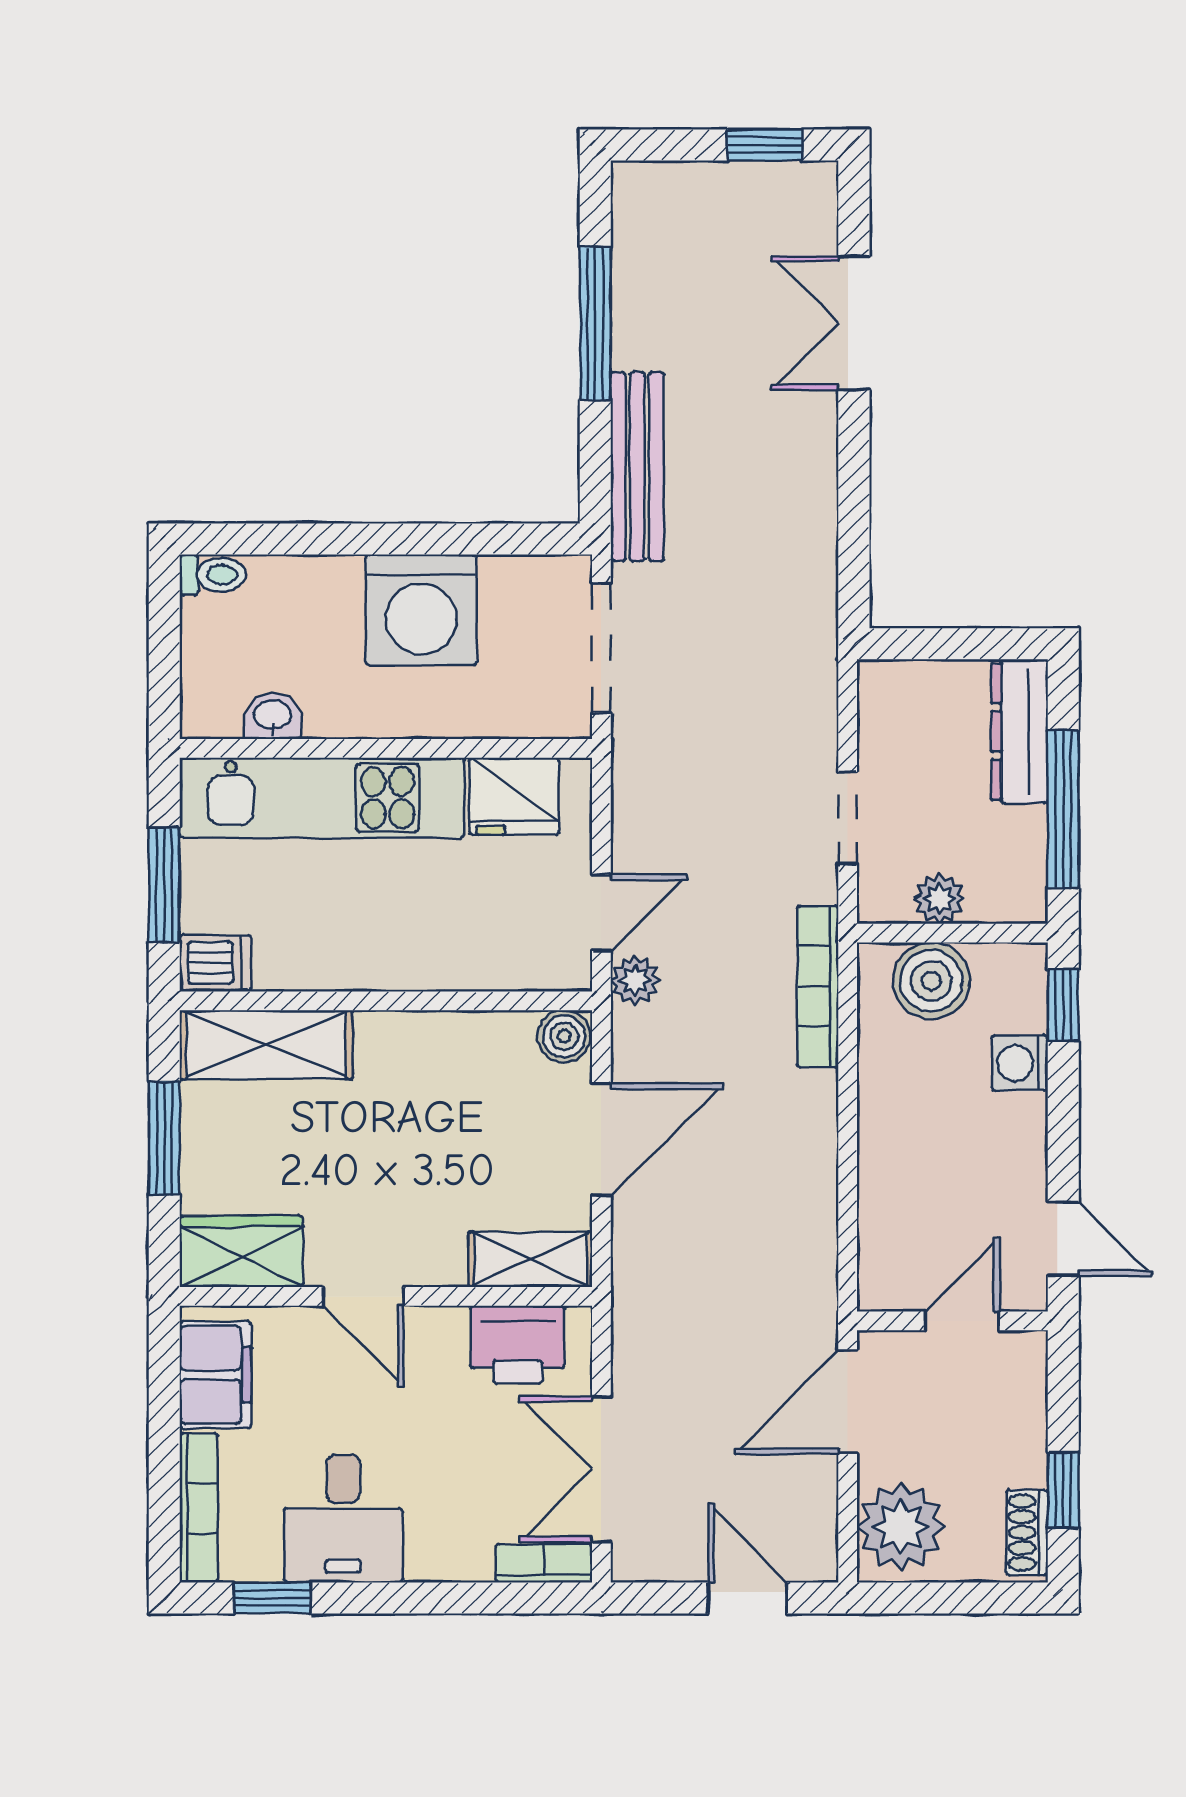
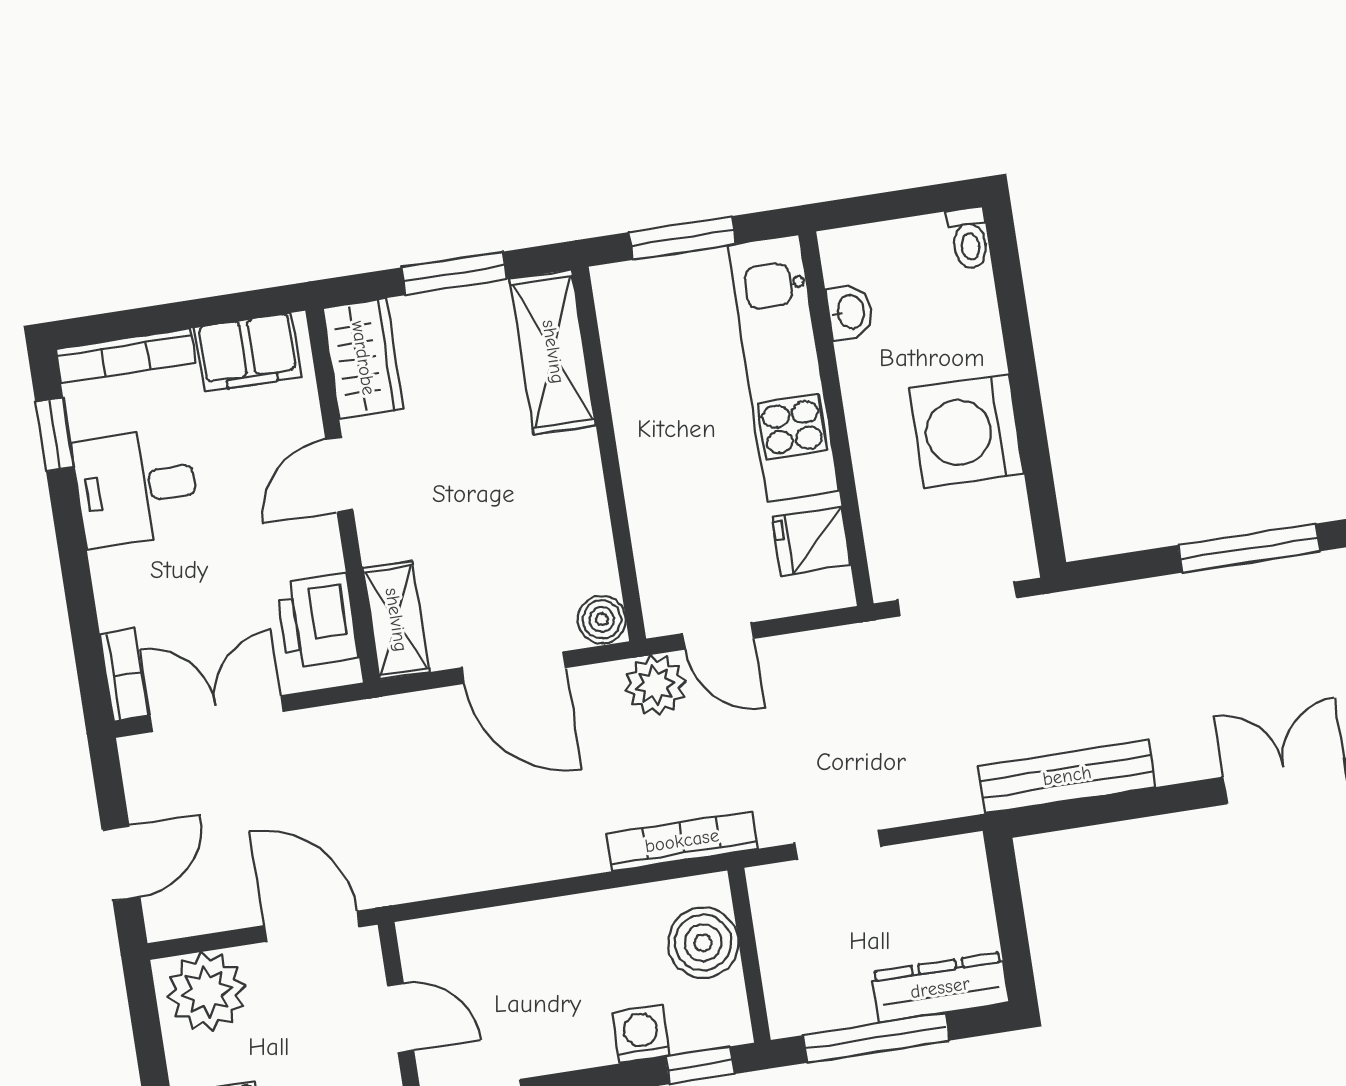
bench: (637, 466) -> (1067, 776), moved
fridge: (514, 796) -> (811, 541), width x0.72
plant: (939, 899) -> (778, 939), removed
dishwasher: (215, 963) -> (620, 295), removed
plant: (635, 980) -> (655, 685), width x1.38, depth x1.38

